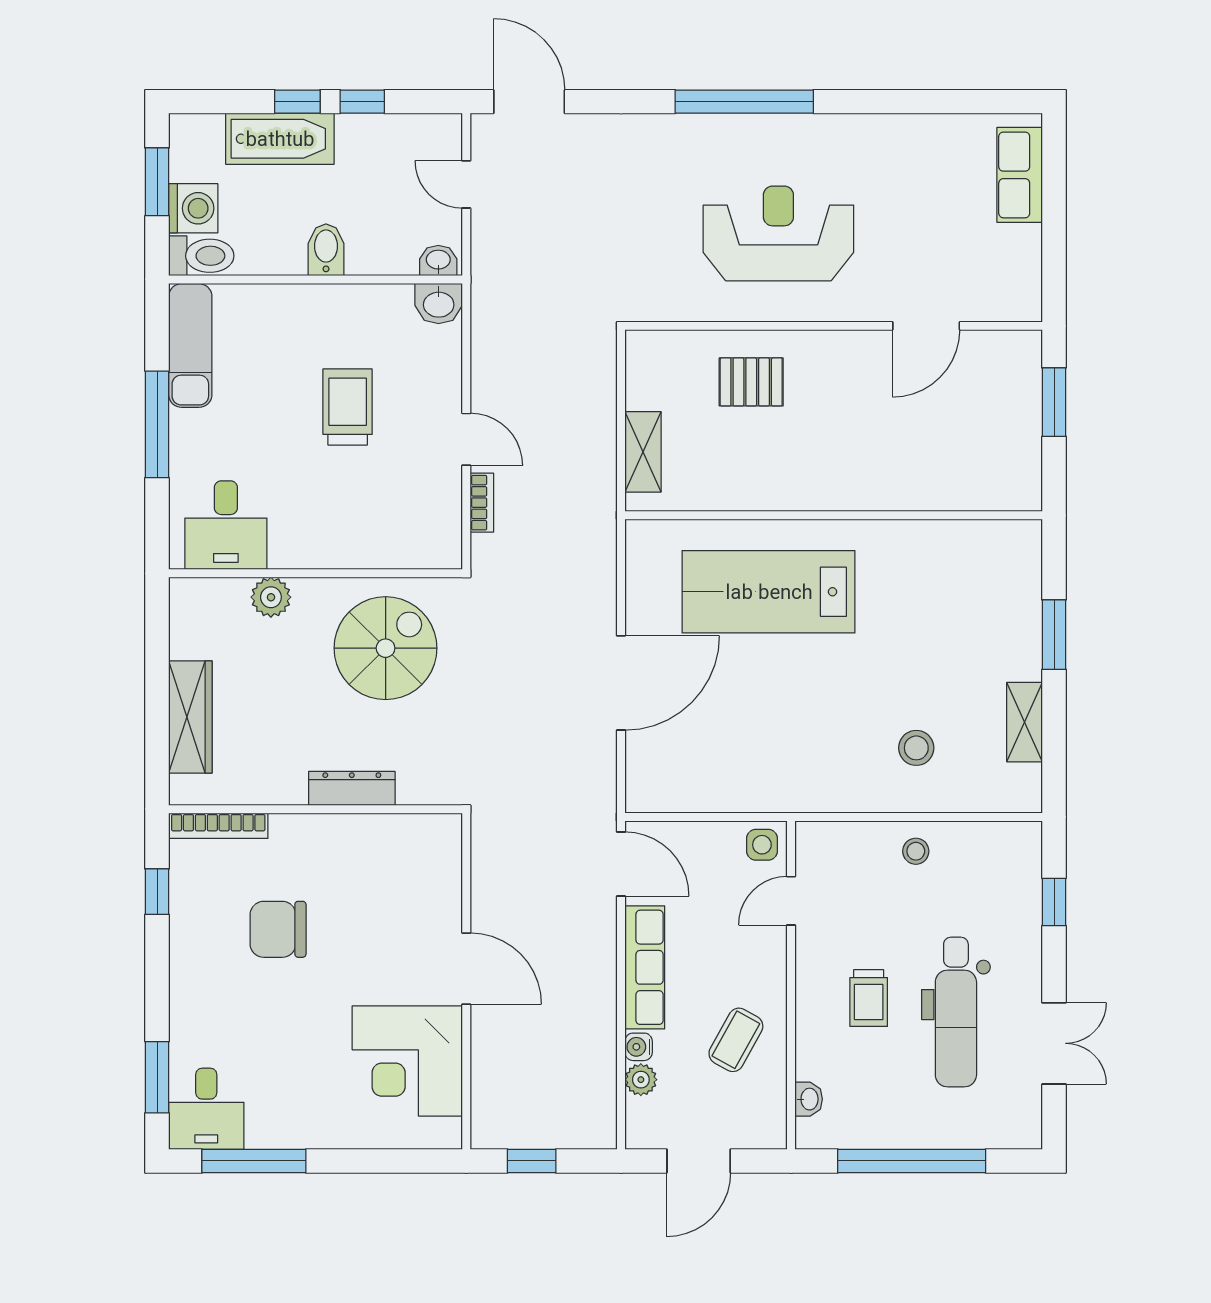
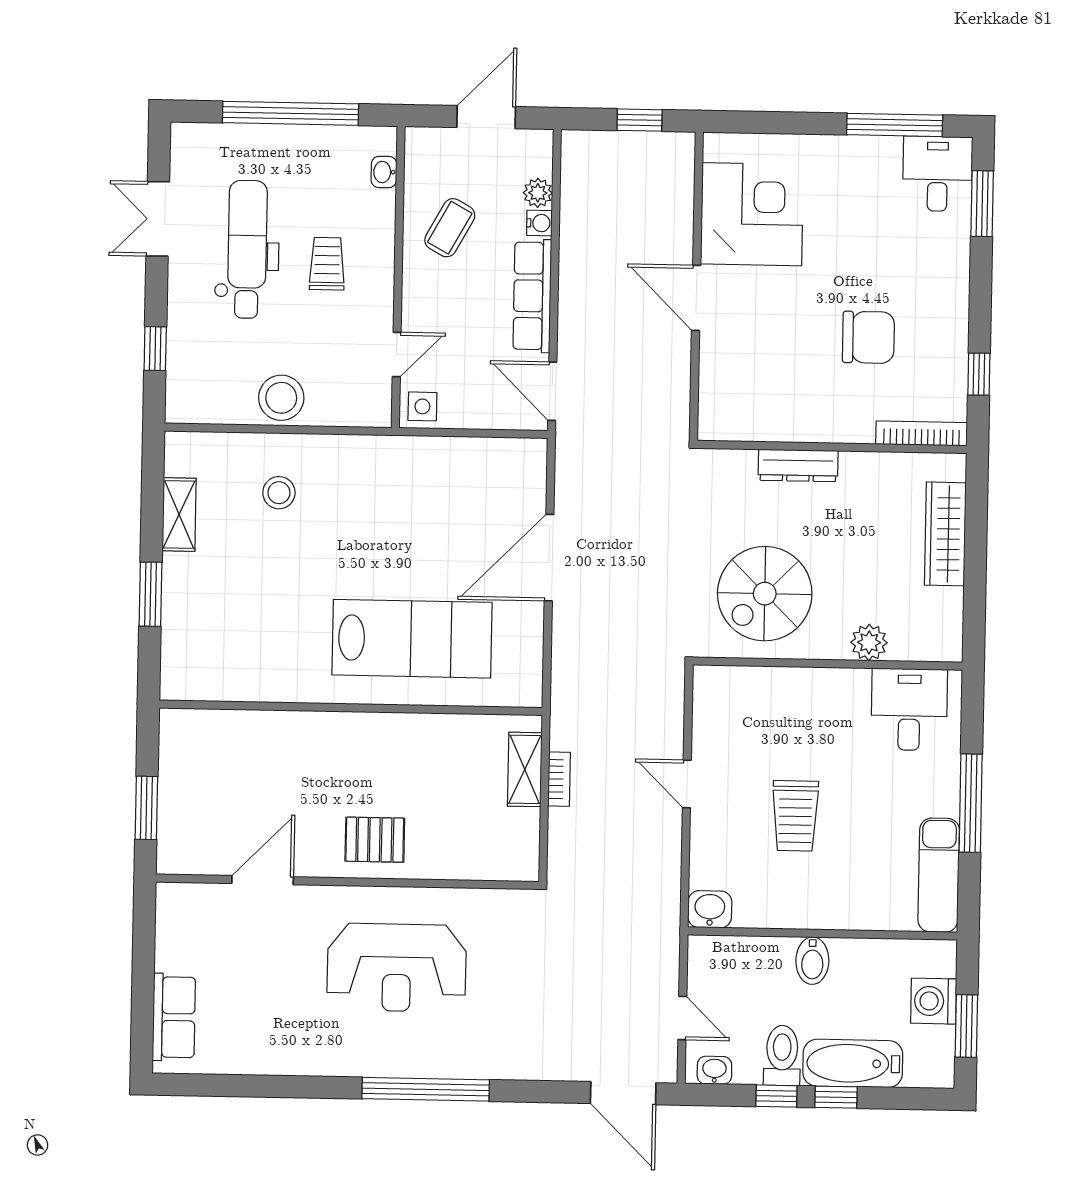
toilet: (201, 256) -> (782, 1055), moved, turned 90
washbasin: (438, 261) -> (714, 1070), moved, turned 180
pallet: (751, 382) -> (375, 840), moved
bookcase: (482, 503) -> (559, 779), moved, turned 180
stool: (916, 851) -> (281, 398), width x1.89, depth x1.89

